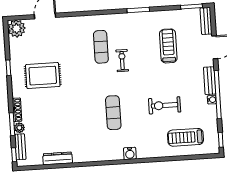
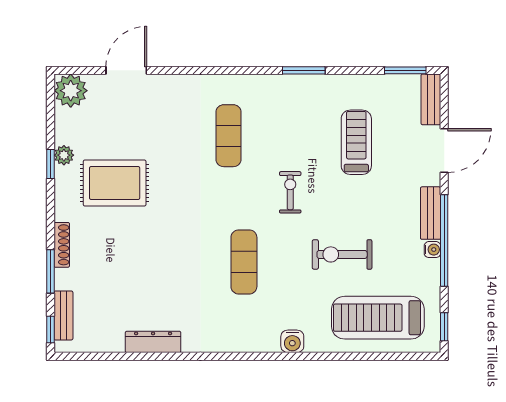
exercise bike: (122, 61) -> (290, 192), moved
plant: (19, 128) -> (64, 155), moved
treadmill: (186, 137) -> (378, 318), width x1.37, depth x1.38
water cooler: (130, 153) -> (292, 341), moved
dresser: (58, 158) -> (153, 342), moved

